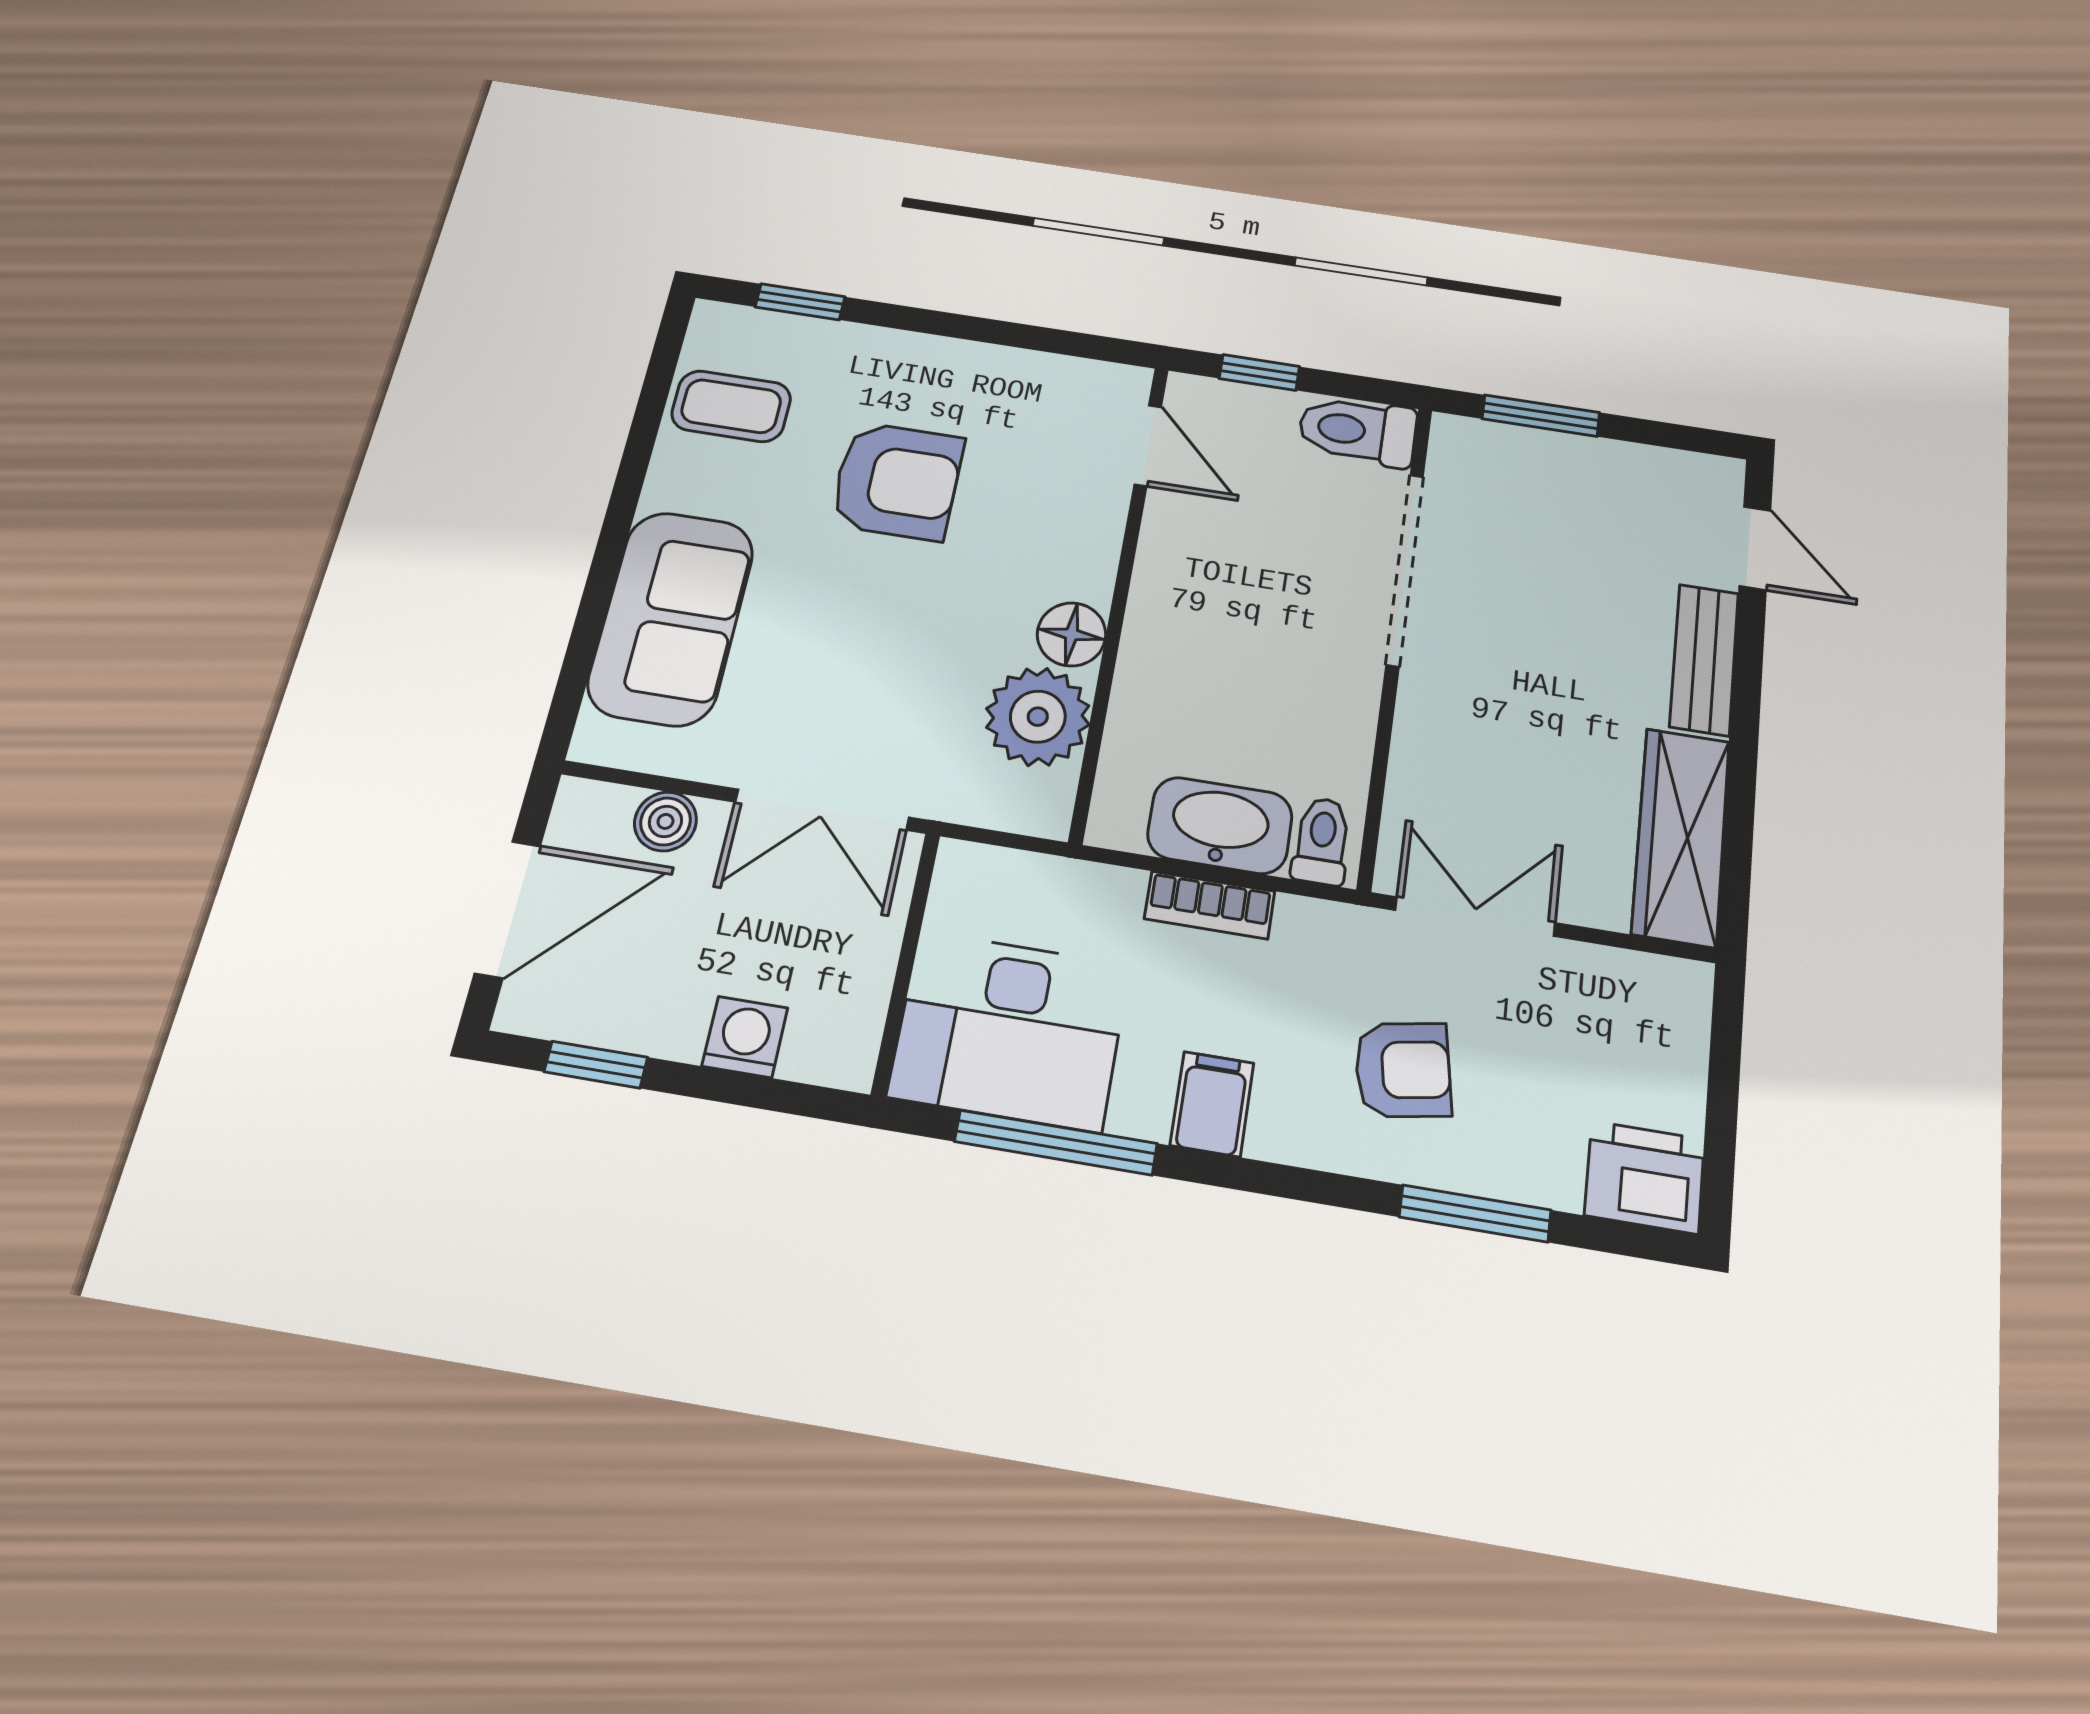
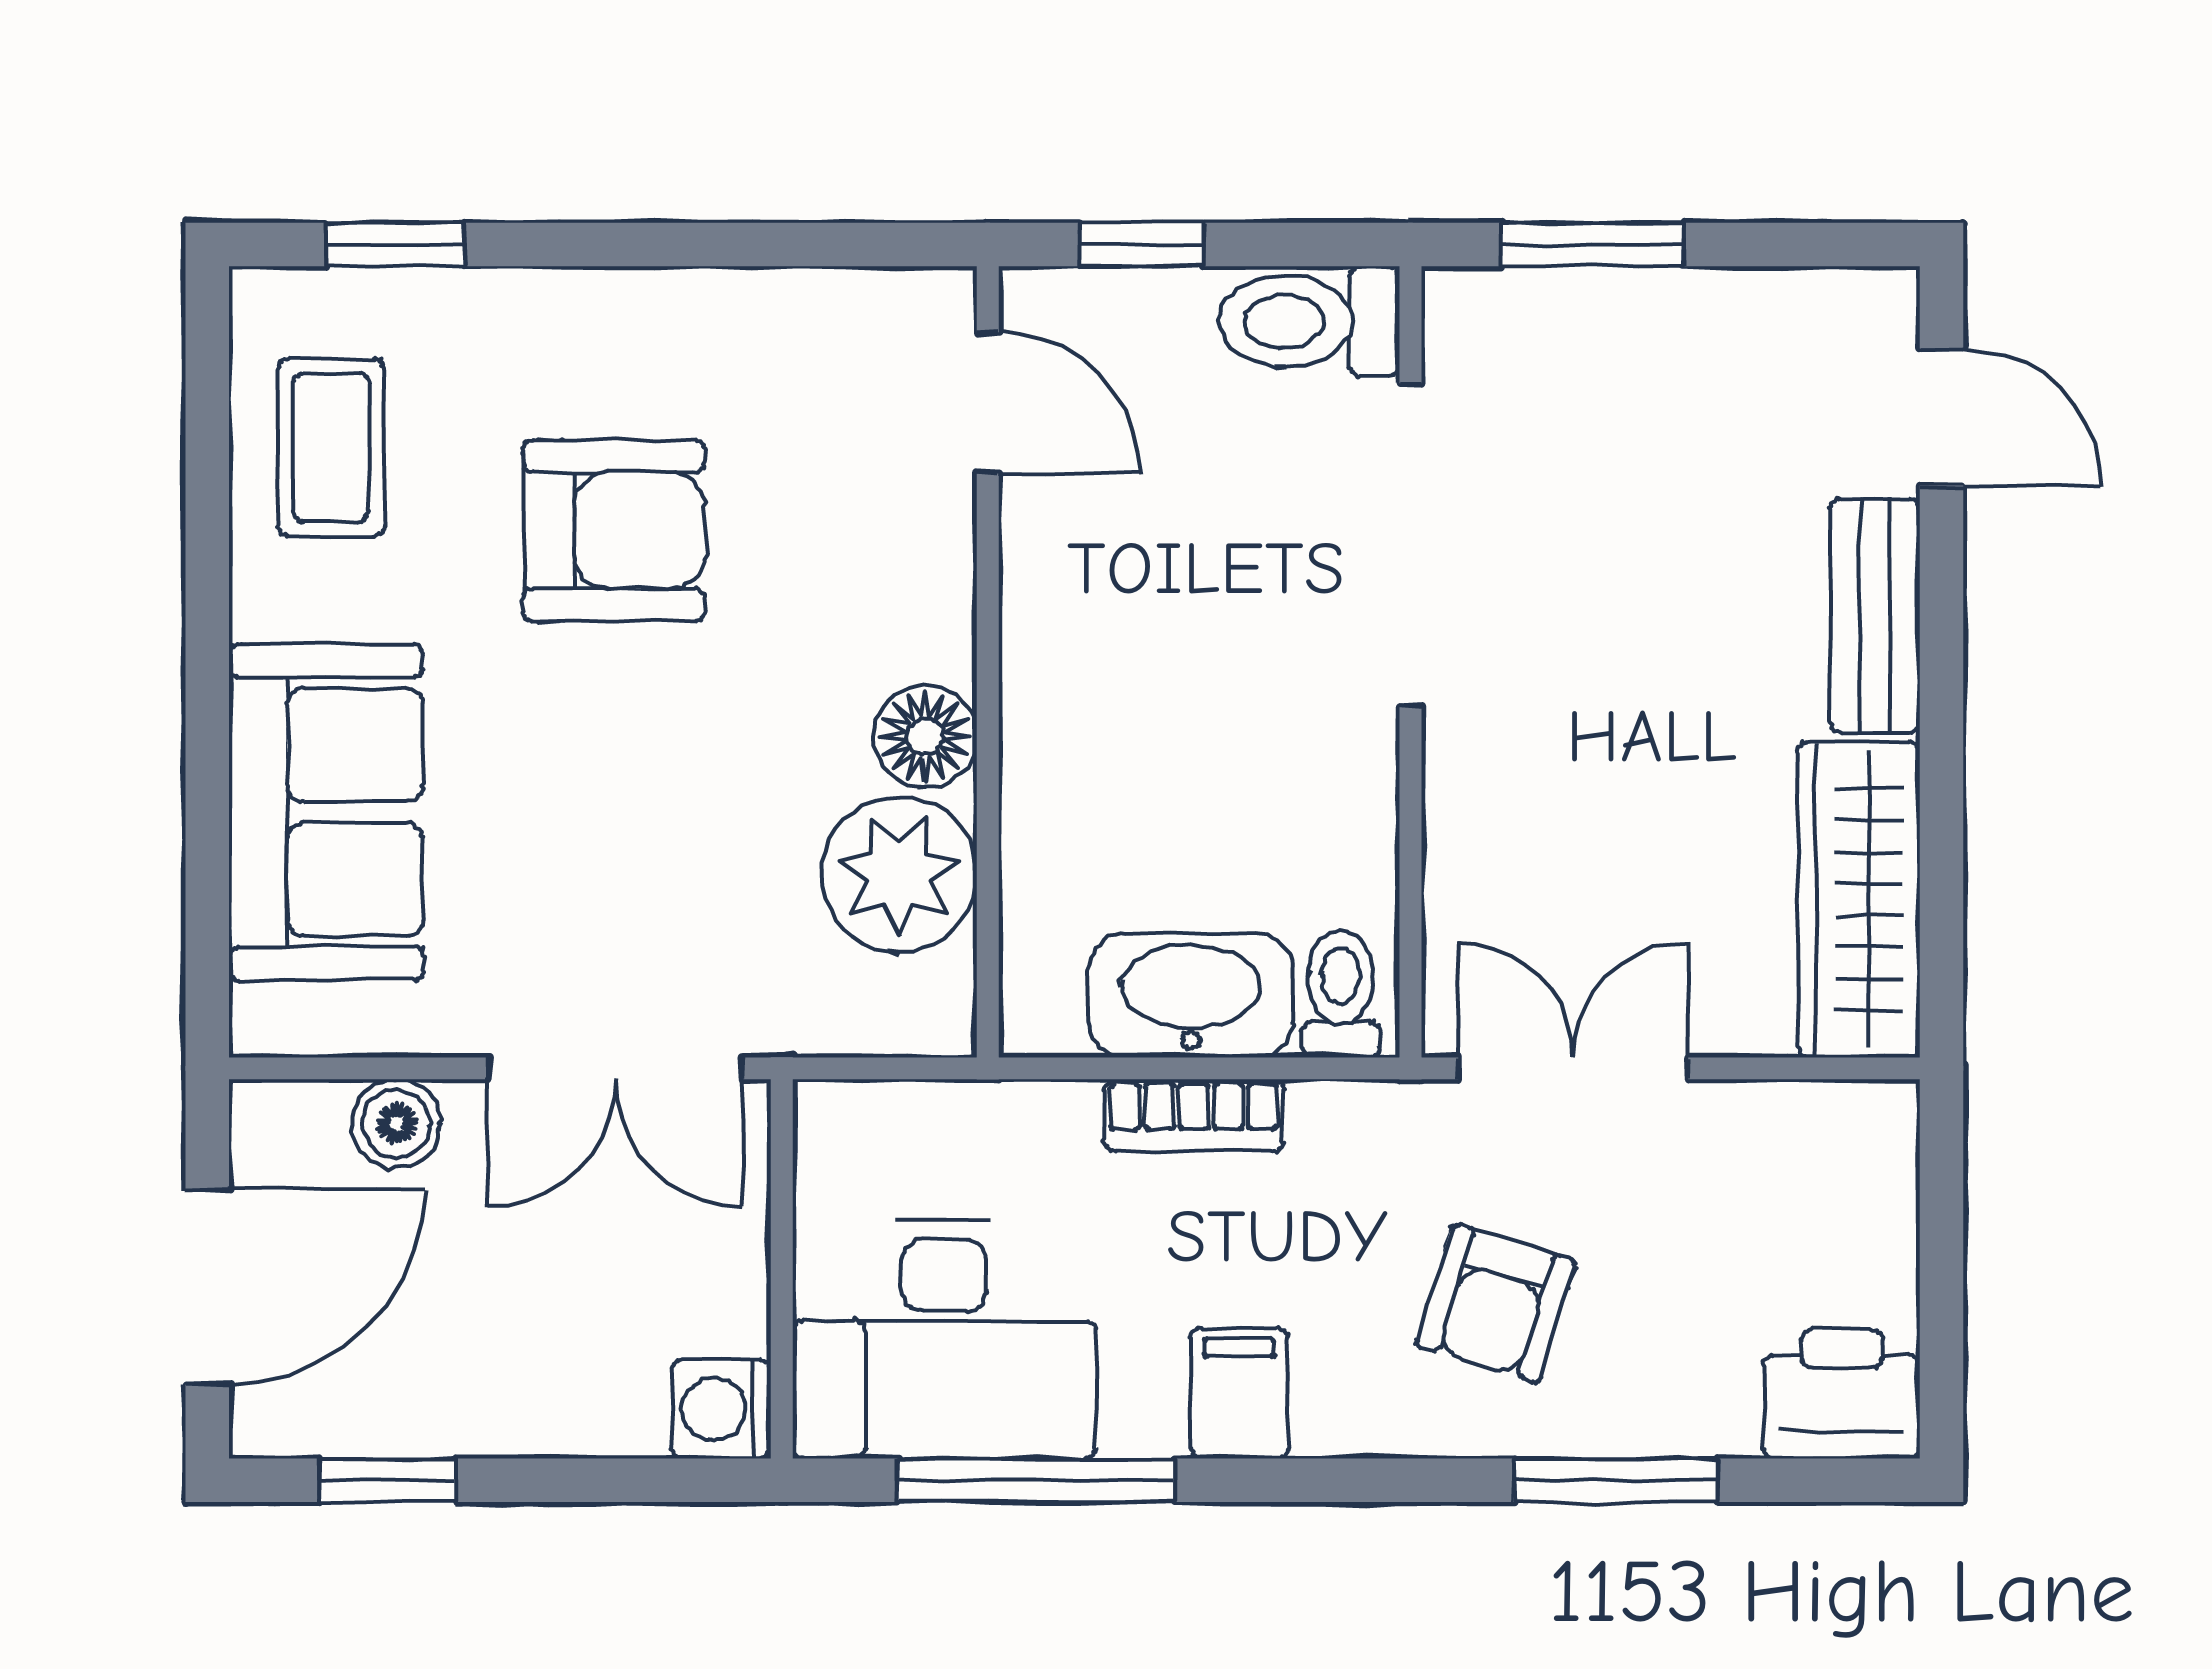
coffee table: (731, 406) -> (331, 447), turned 90
washing machine: (745, 1037) -> (721, 1409), moved, turned -90
armchair: (1403, 1070) -> (1496, 1303), turned 117

